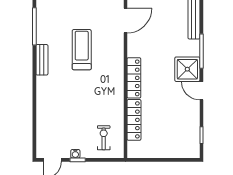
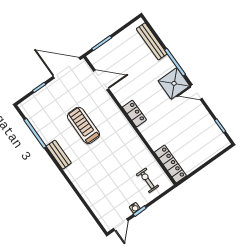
door: (125, 21) -> (101, 80), hinge flipped
locker: (134, 78) -> (134, 113), width x0.66
locker: (134, 120) -> (170, 164), moved

